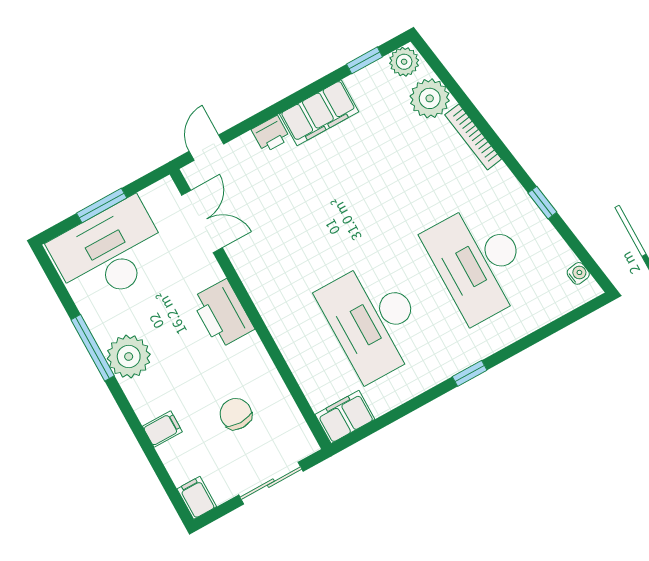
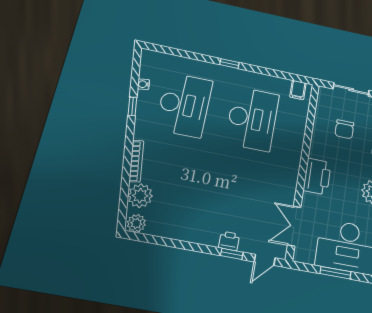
window: (364, 60) -> (232, 254), moved
filing cabinet: (319, 113) -> (198, 232), removed
water cooler: (578, 273) -> (143, 84), moved
filing cabinet: (345, 417) -> (298, 90), width x0.50

